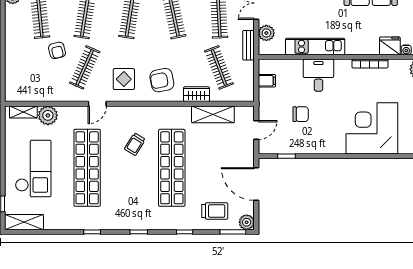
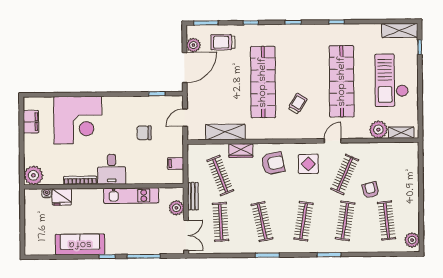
desk: (318, 75) -> (112, 169), moved
door: (256, 184) -> (185, 68), hinge flipped
plant: (247, 222) -> (193, 45), moved

